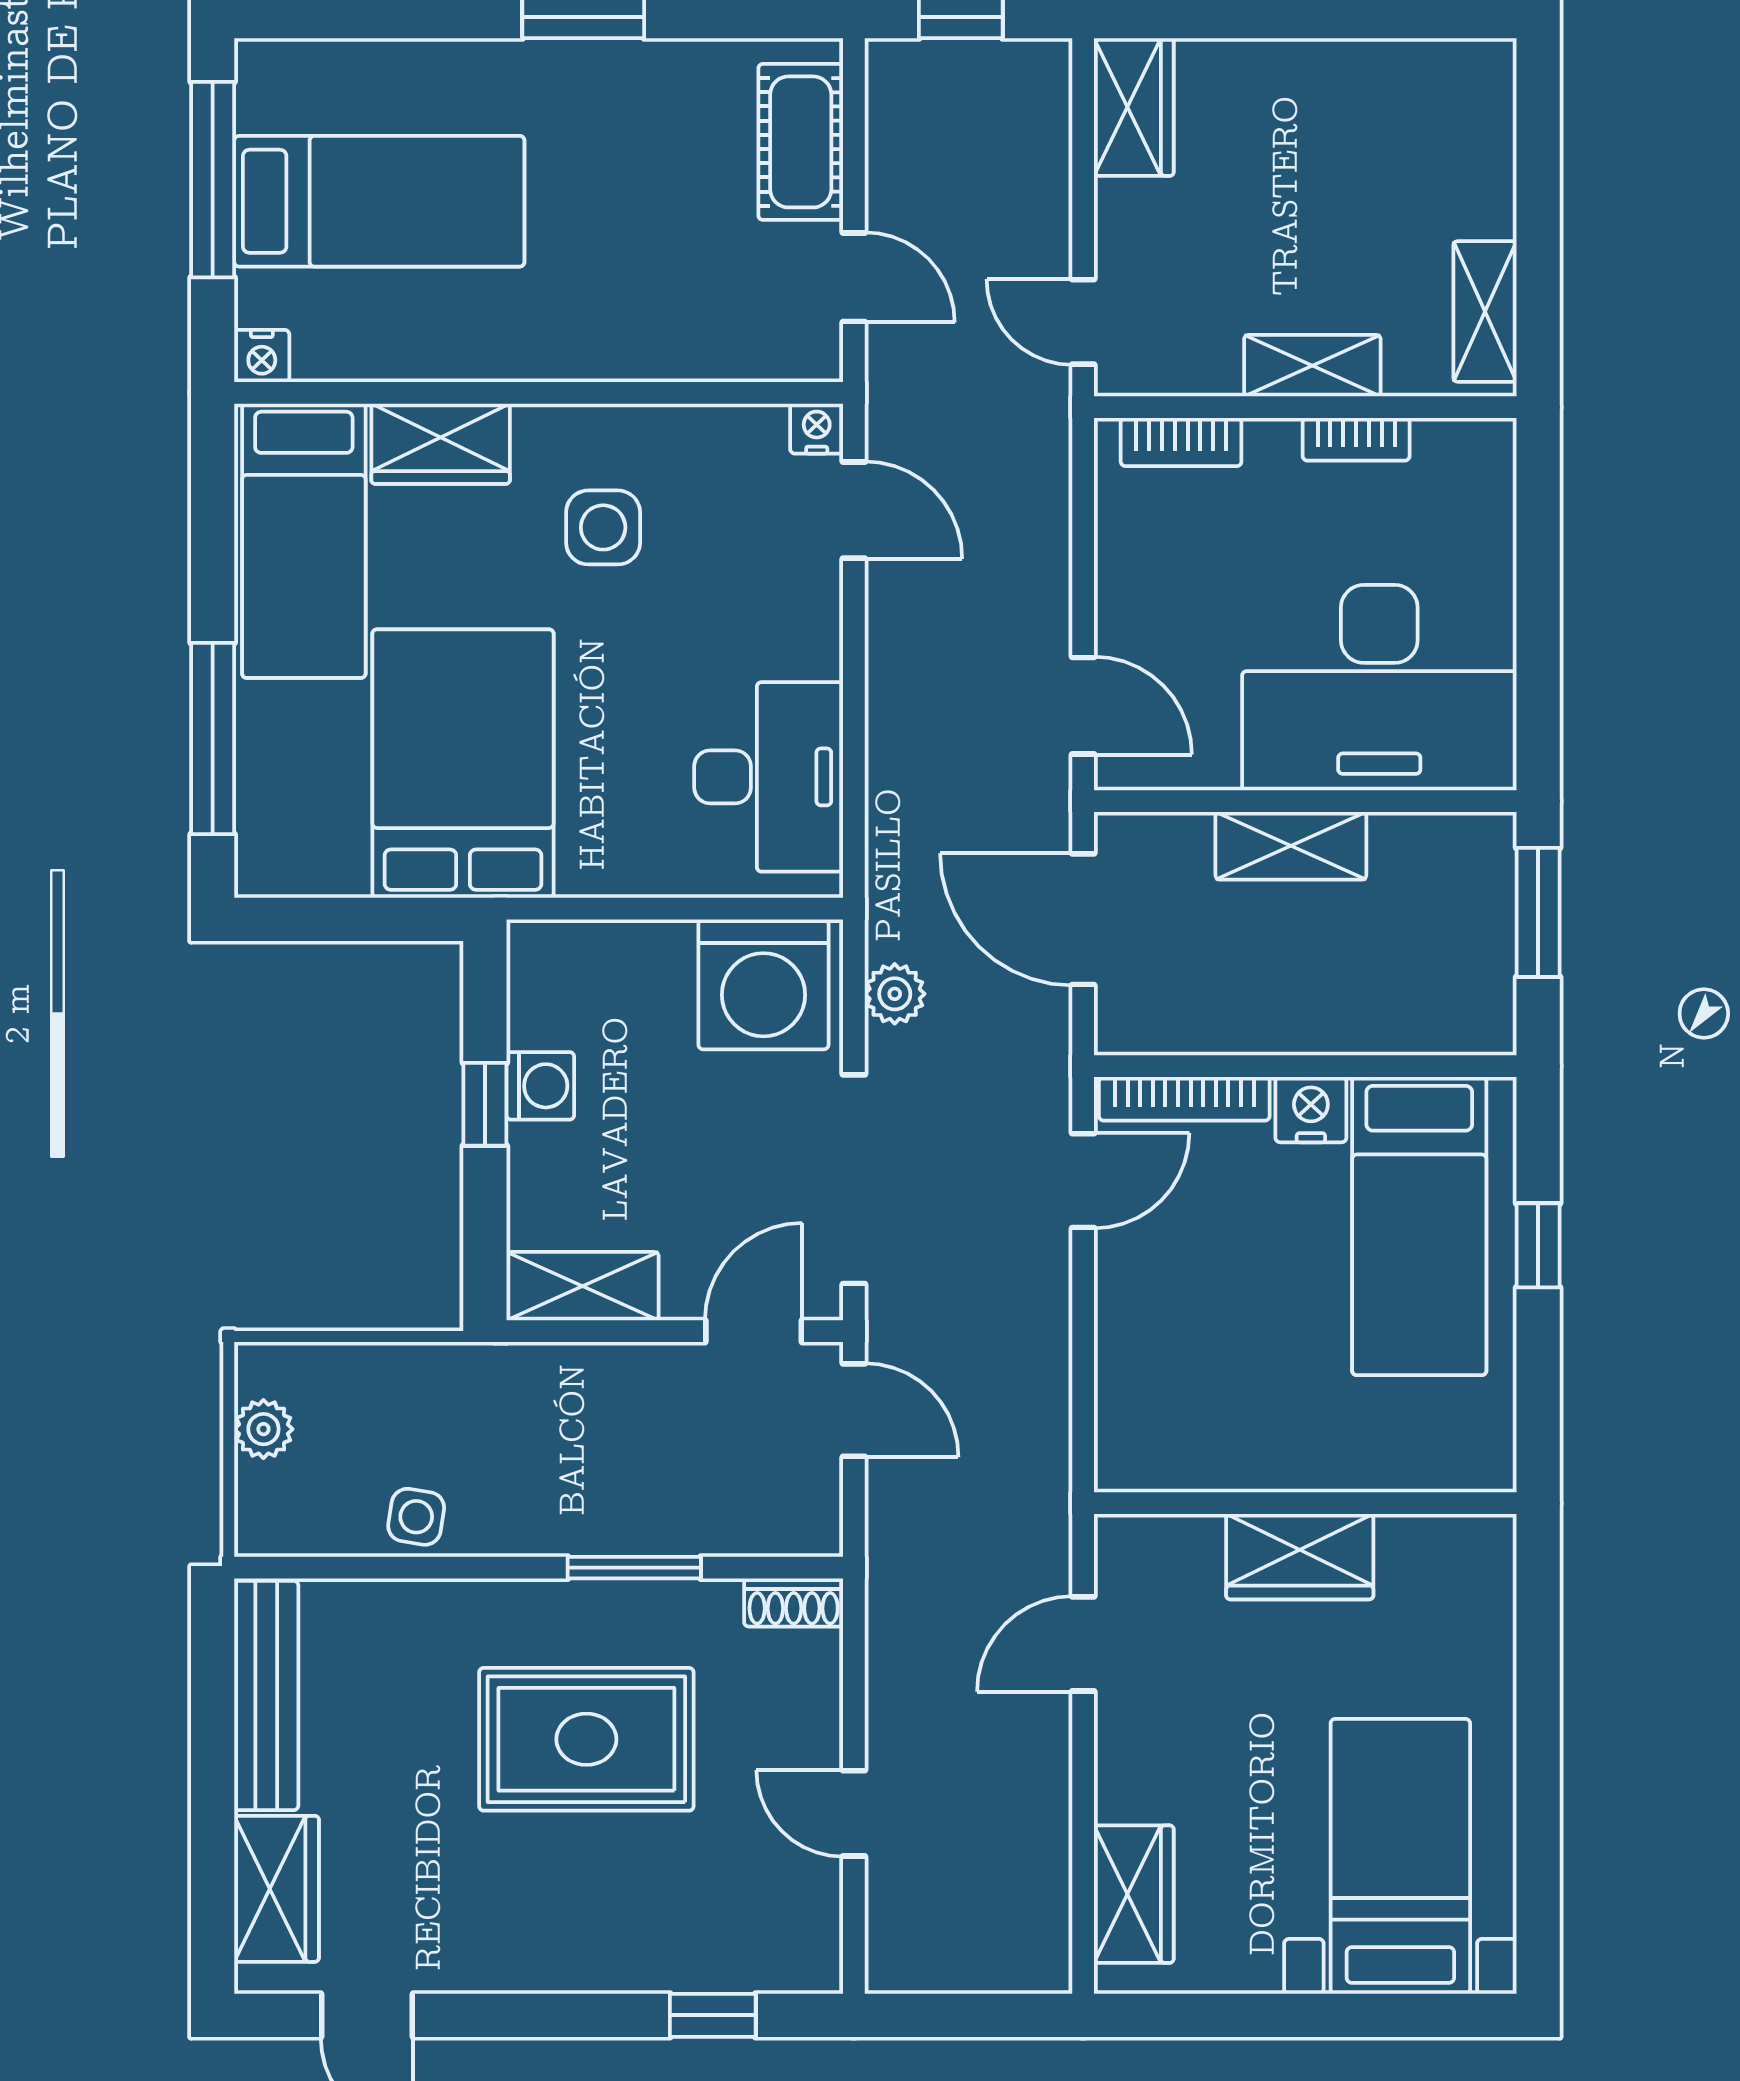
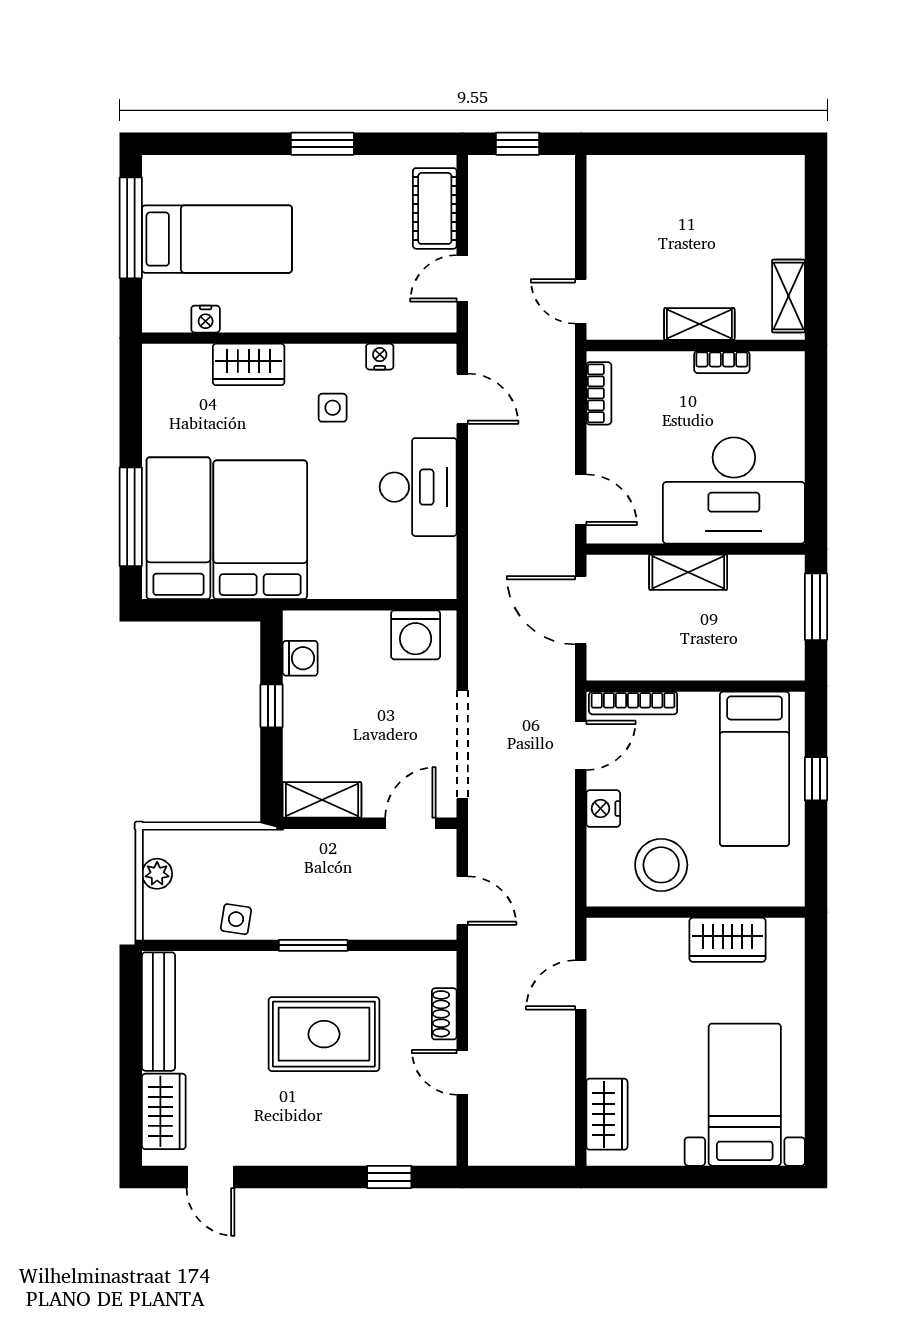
wardrobe: (1134, 107) -> (607, 190), removed
door: (854, 277) -> (462, 278), swing flipped
nightstand: (262, 356) -> (206, 319), moved
nightstand: (817, 429) -> (380, 357), moved
bookcase: (1181, 442) -> (599, 393), moved, turned -90
side table: (603, 527) -> (333, 408), width x0.73, depth x0.73
bed: (304, 541) -> (178, 528), moved, turned 180
desk: (769, 777) -> (418, 487), moved
washing machine: (763, 984) -> (416, 635), width x0.73, depth x0.73
plant: (895, 994) -> (483, 649), removed
washing machine: (540, 1086) -> (300, 658), moved
nightstand: (1311, 1110) -> (603, 809), moved, turned -90
door: (854, 1410) -> (462, 901), moved
stool: (1239, 1412) -> (661, 865), added
wardrobe: (1300, 1557) -> (728, 940), moved
window: (634, 1568) -> (313, 945), moved
shoe rack: (794, 1602) -> (444, 1014), moved, turned 90

